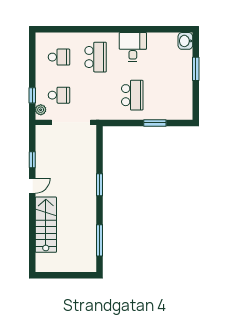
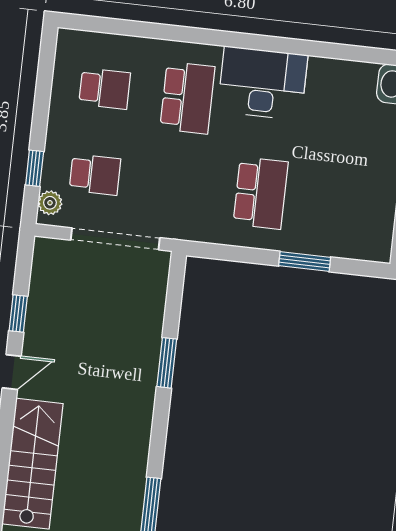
desk: (133, 47) -> (263, 83), width x1.37
window: (100, 185) -> (167, 363), moved

